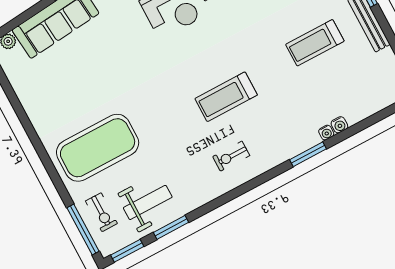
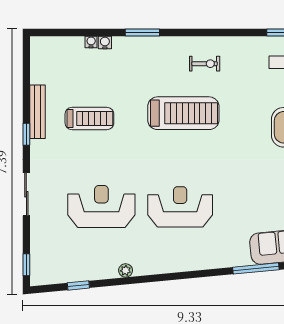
treadmill: (226, 97) -> (183, 113), width x1.37, depth x1.38
water cooler: (326, 133) -> (91, 42), moved

